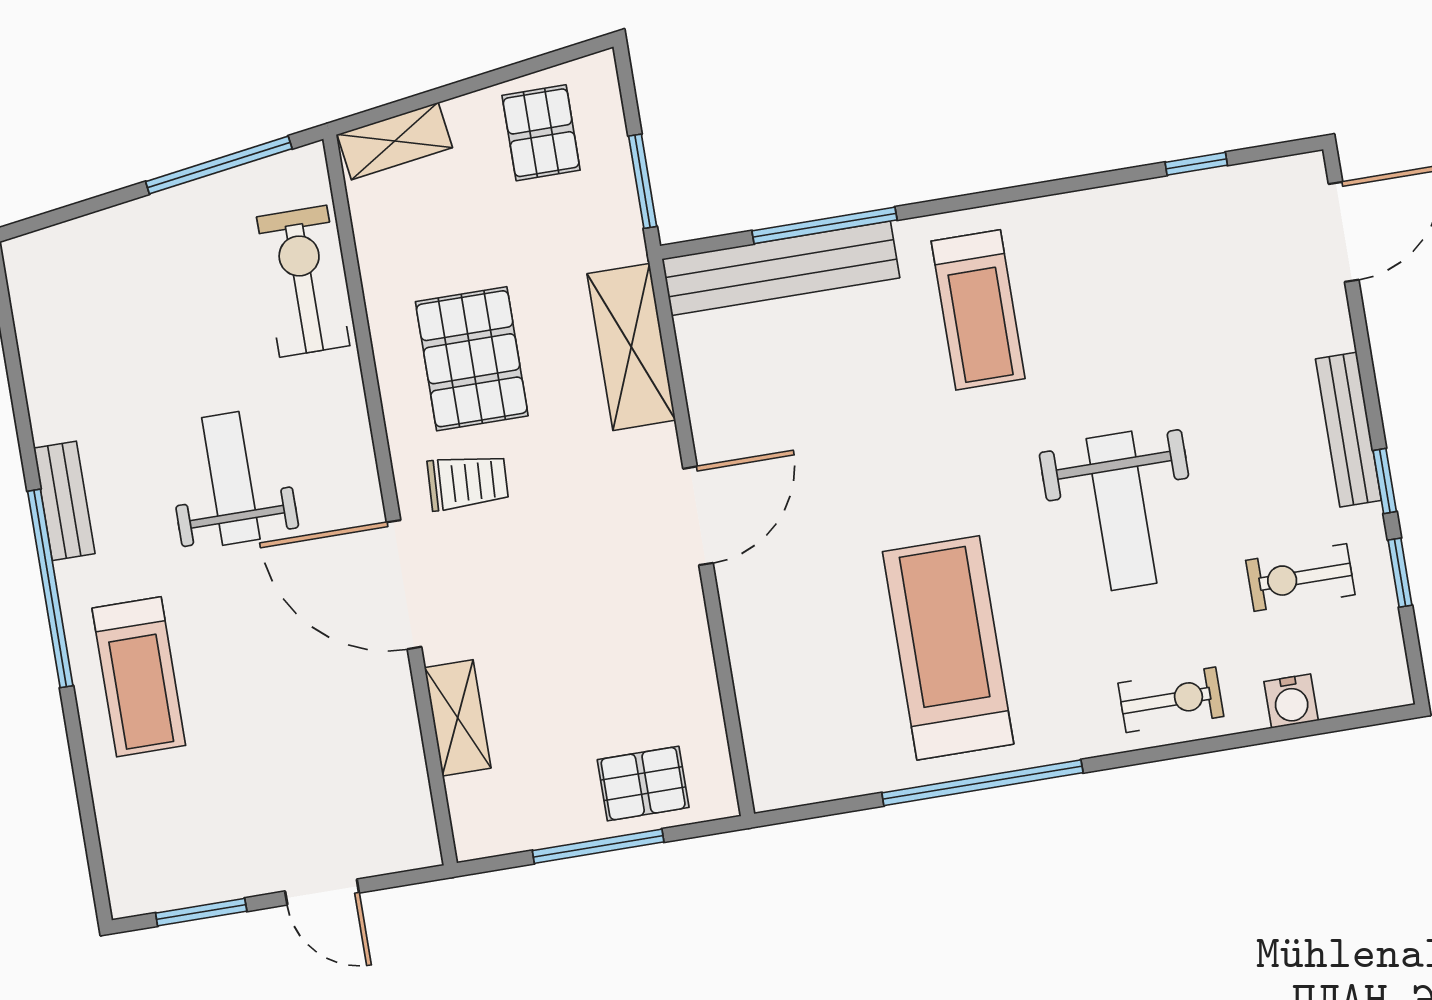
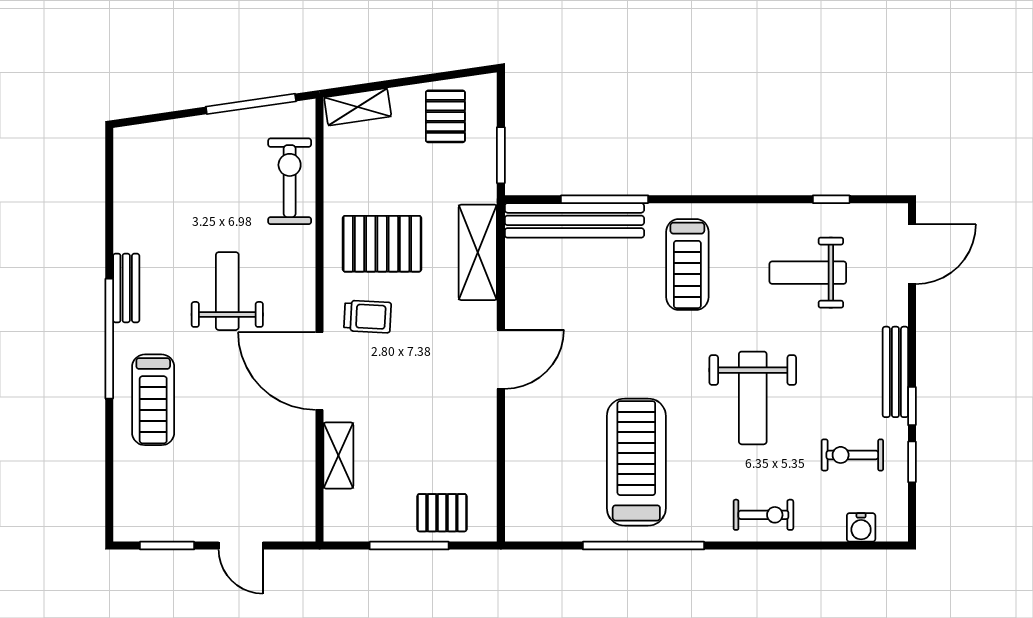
weight bench: (1178, 291) -> (808, 273), added
pallet: (472, 359) -> (382, 244), turned 90
water cooler: (1291, 701) -> (861, 527), moved

